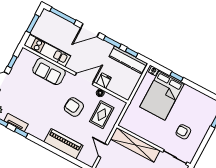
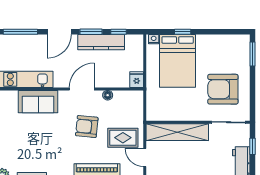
kitchen counter: (128, 60) -> (101, 42), moved
fridge: (104, 81) -> (137, 80), moved
rug: (102, 115) -> (123, 138), moved, turned 90
armchair: (183, 132) -> (223, 89), width x1.88, depth x1.88

